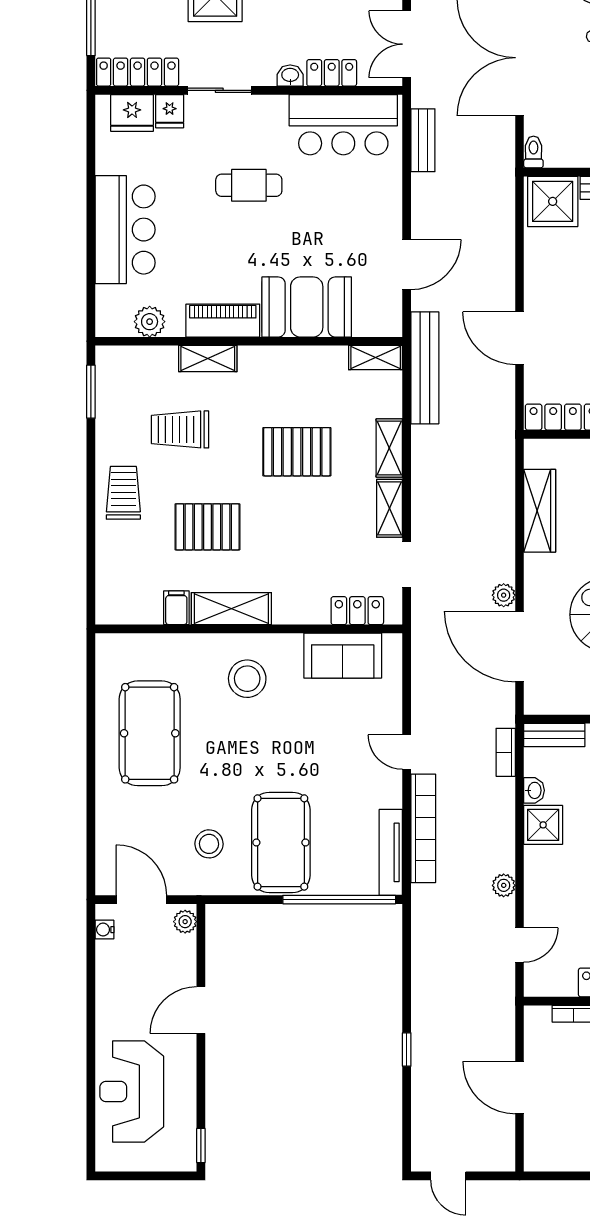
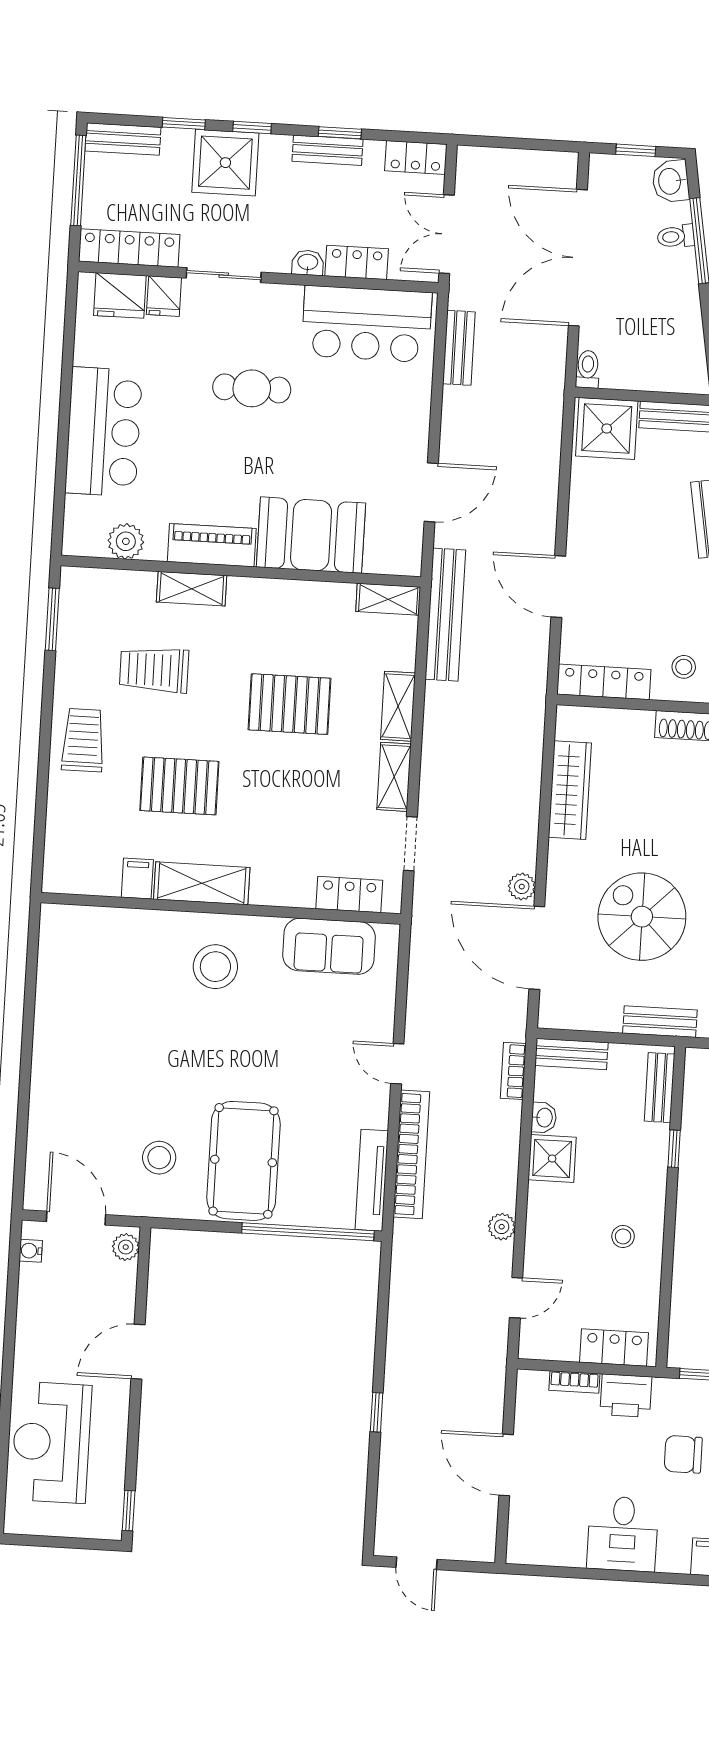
pool table: (150, 733) -> (97, 1024), removed

